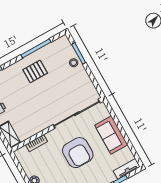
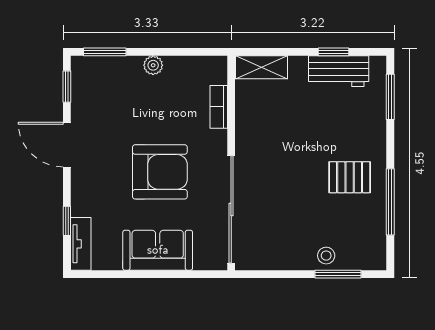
pallet: (35, 71) -> (350, 177), turned 90
armchair: (78, 153) -> (160, 172), turned 180

